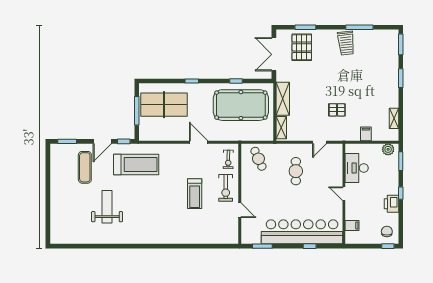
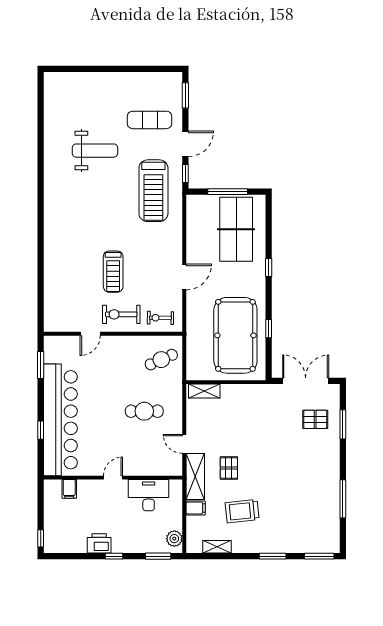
trolley: (346, 43) -> (242, 511), moved
pallet: (302, 47) -> (315, 419), width x0.67, depth x0.71
shelving: (283, 99) -> (195, 477), moved, turned 90
door: (102, 141) -> (185, 144), swing flipped
treadmill: (195, 194) -> (113, 272), turned -90
chair: (387, 231) -> (61, 537), removed

